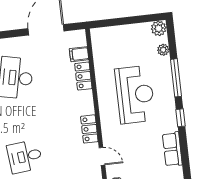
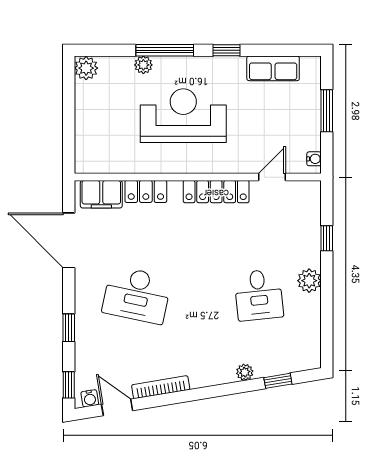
plant: (163, 50) -> (143, 65), moved
filing cabinet: (79, 54) -> (101, 194), width x2.00
locker: (89, 129) -> (216, 192), width x1.53

